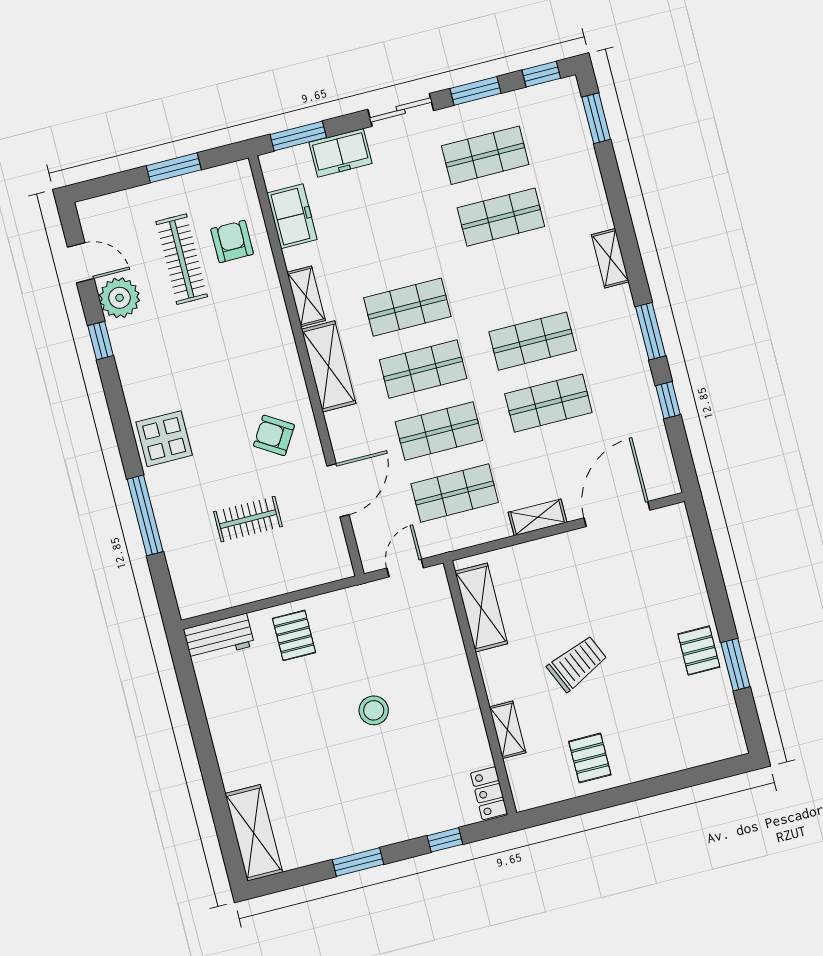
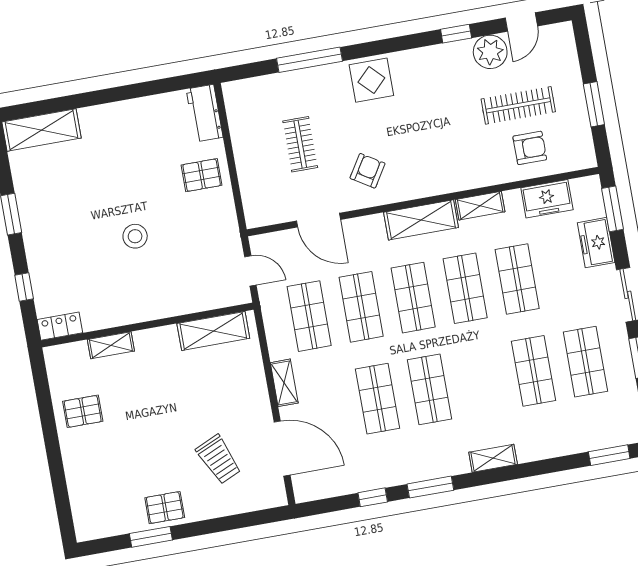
shop shelf: (392, 245) -> (517, 279), added
trolley: (577, 663) -> (219, 459), moved

